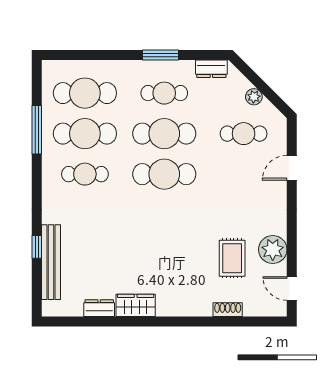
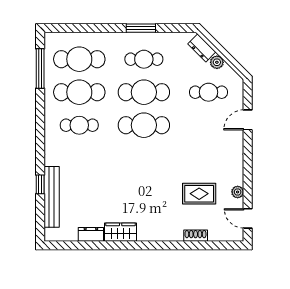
dresser: (211, 69) -> (202, 48), moved, turned 45
window: (37, 130) -> (40, 69), moved
plant: (273, 250) -> (238, 192), width x0.53, depth x0.53
rug: (232, 258) -> (199, 194), turned 90

